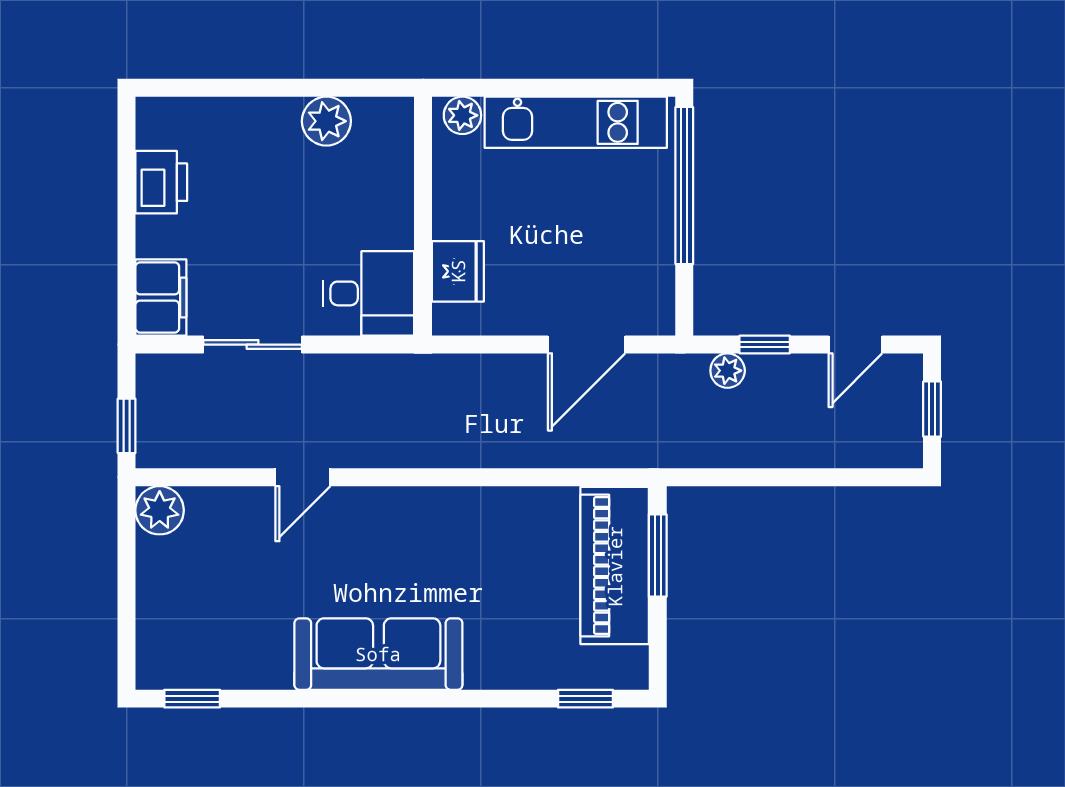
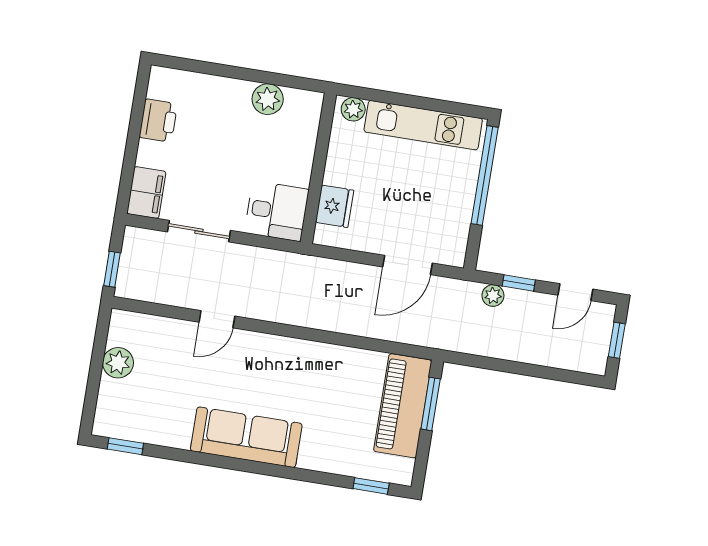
plant: (160, 510) -> (118, 363), moved

